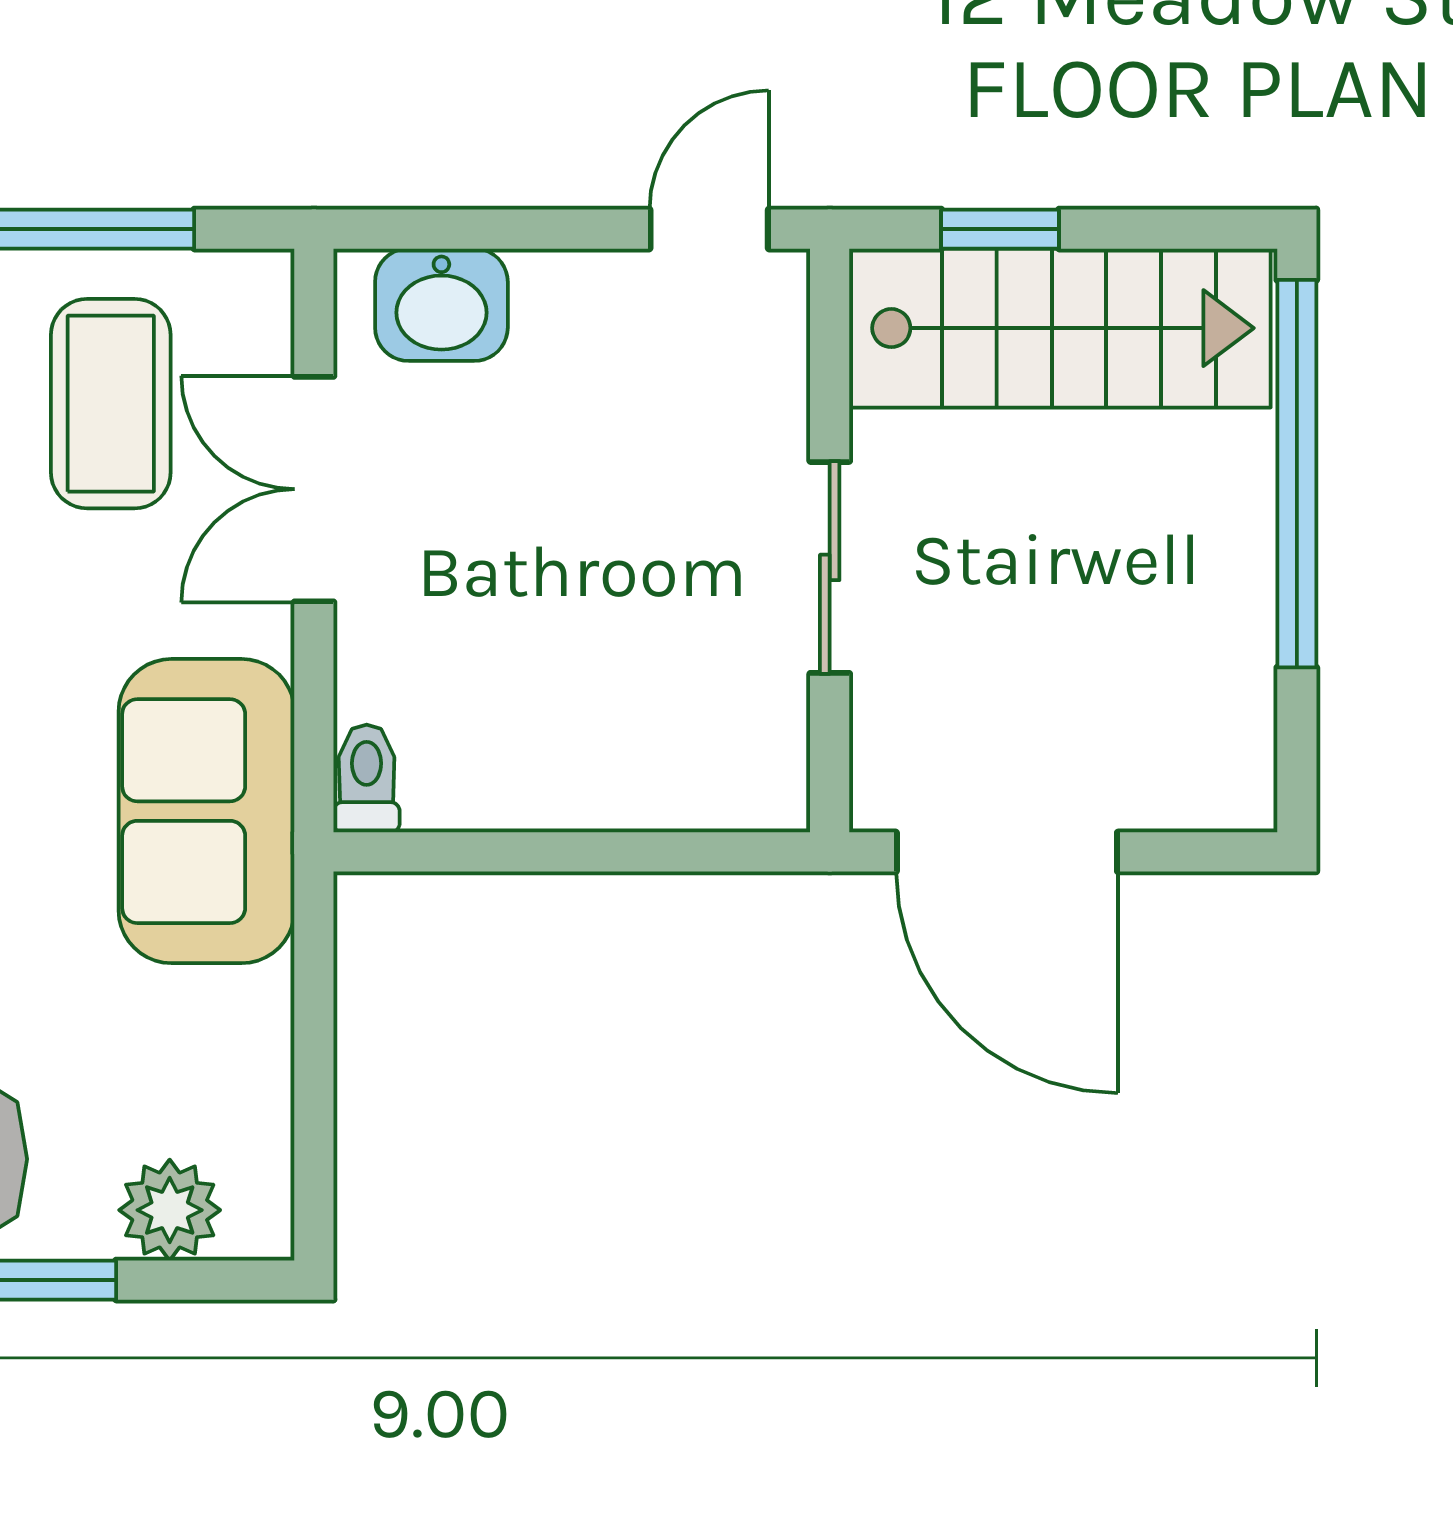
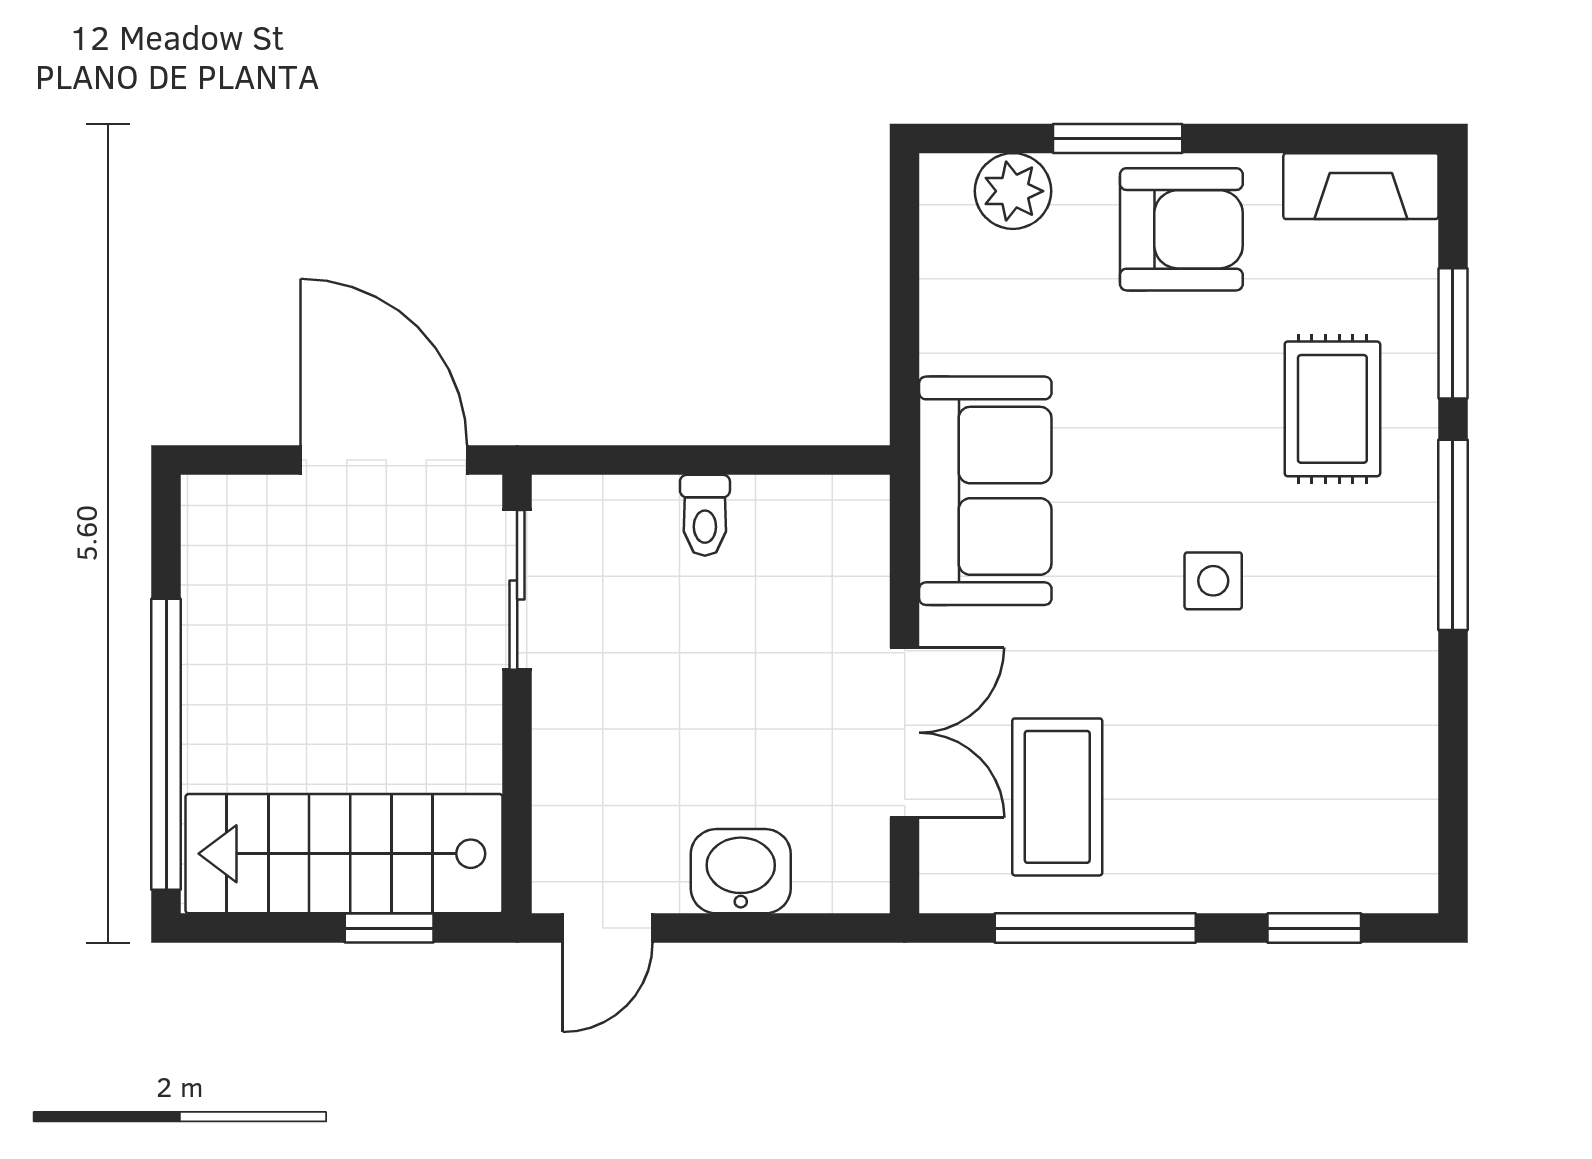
washbasin: (441, 305) -> (741, 871), moved
sliding door: (830, 567) -> (517, 590), moved
toilet: (367, 779) -> (705, 515), moved

